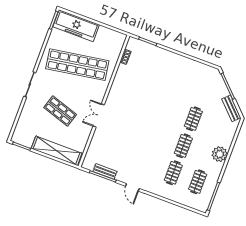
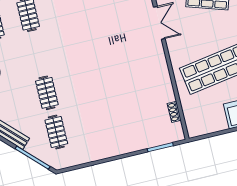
clothes rail: (183, 146) -> (56, 132), moved

